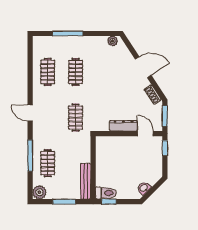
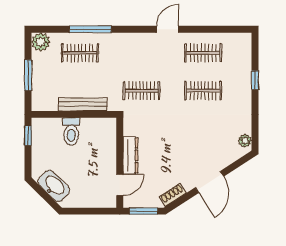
window: (68, 33) -> (255, 80), width x0.46
door: (30, 113) -> (168, 29), moved
window: (165, 148) -> (100, 211), removed
bench: (86, 181) -> (83, 104), moved
washbasin: (144, 188) -> (54, 186), width x1.91, depth x1.45
toilet: (106, 193) -> (71, 132), moved

